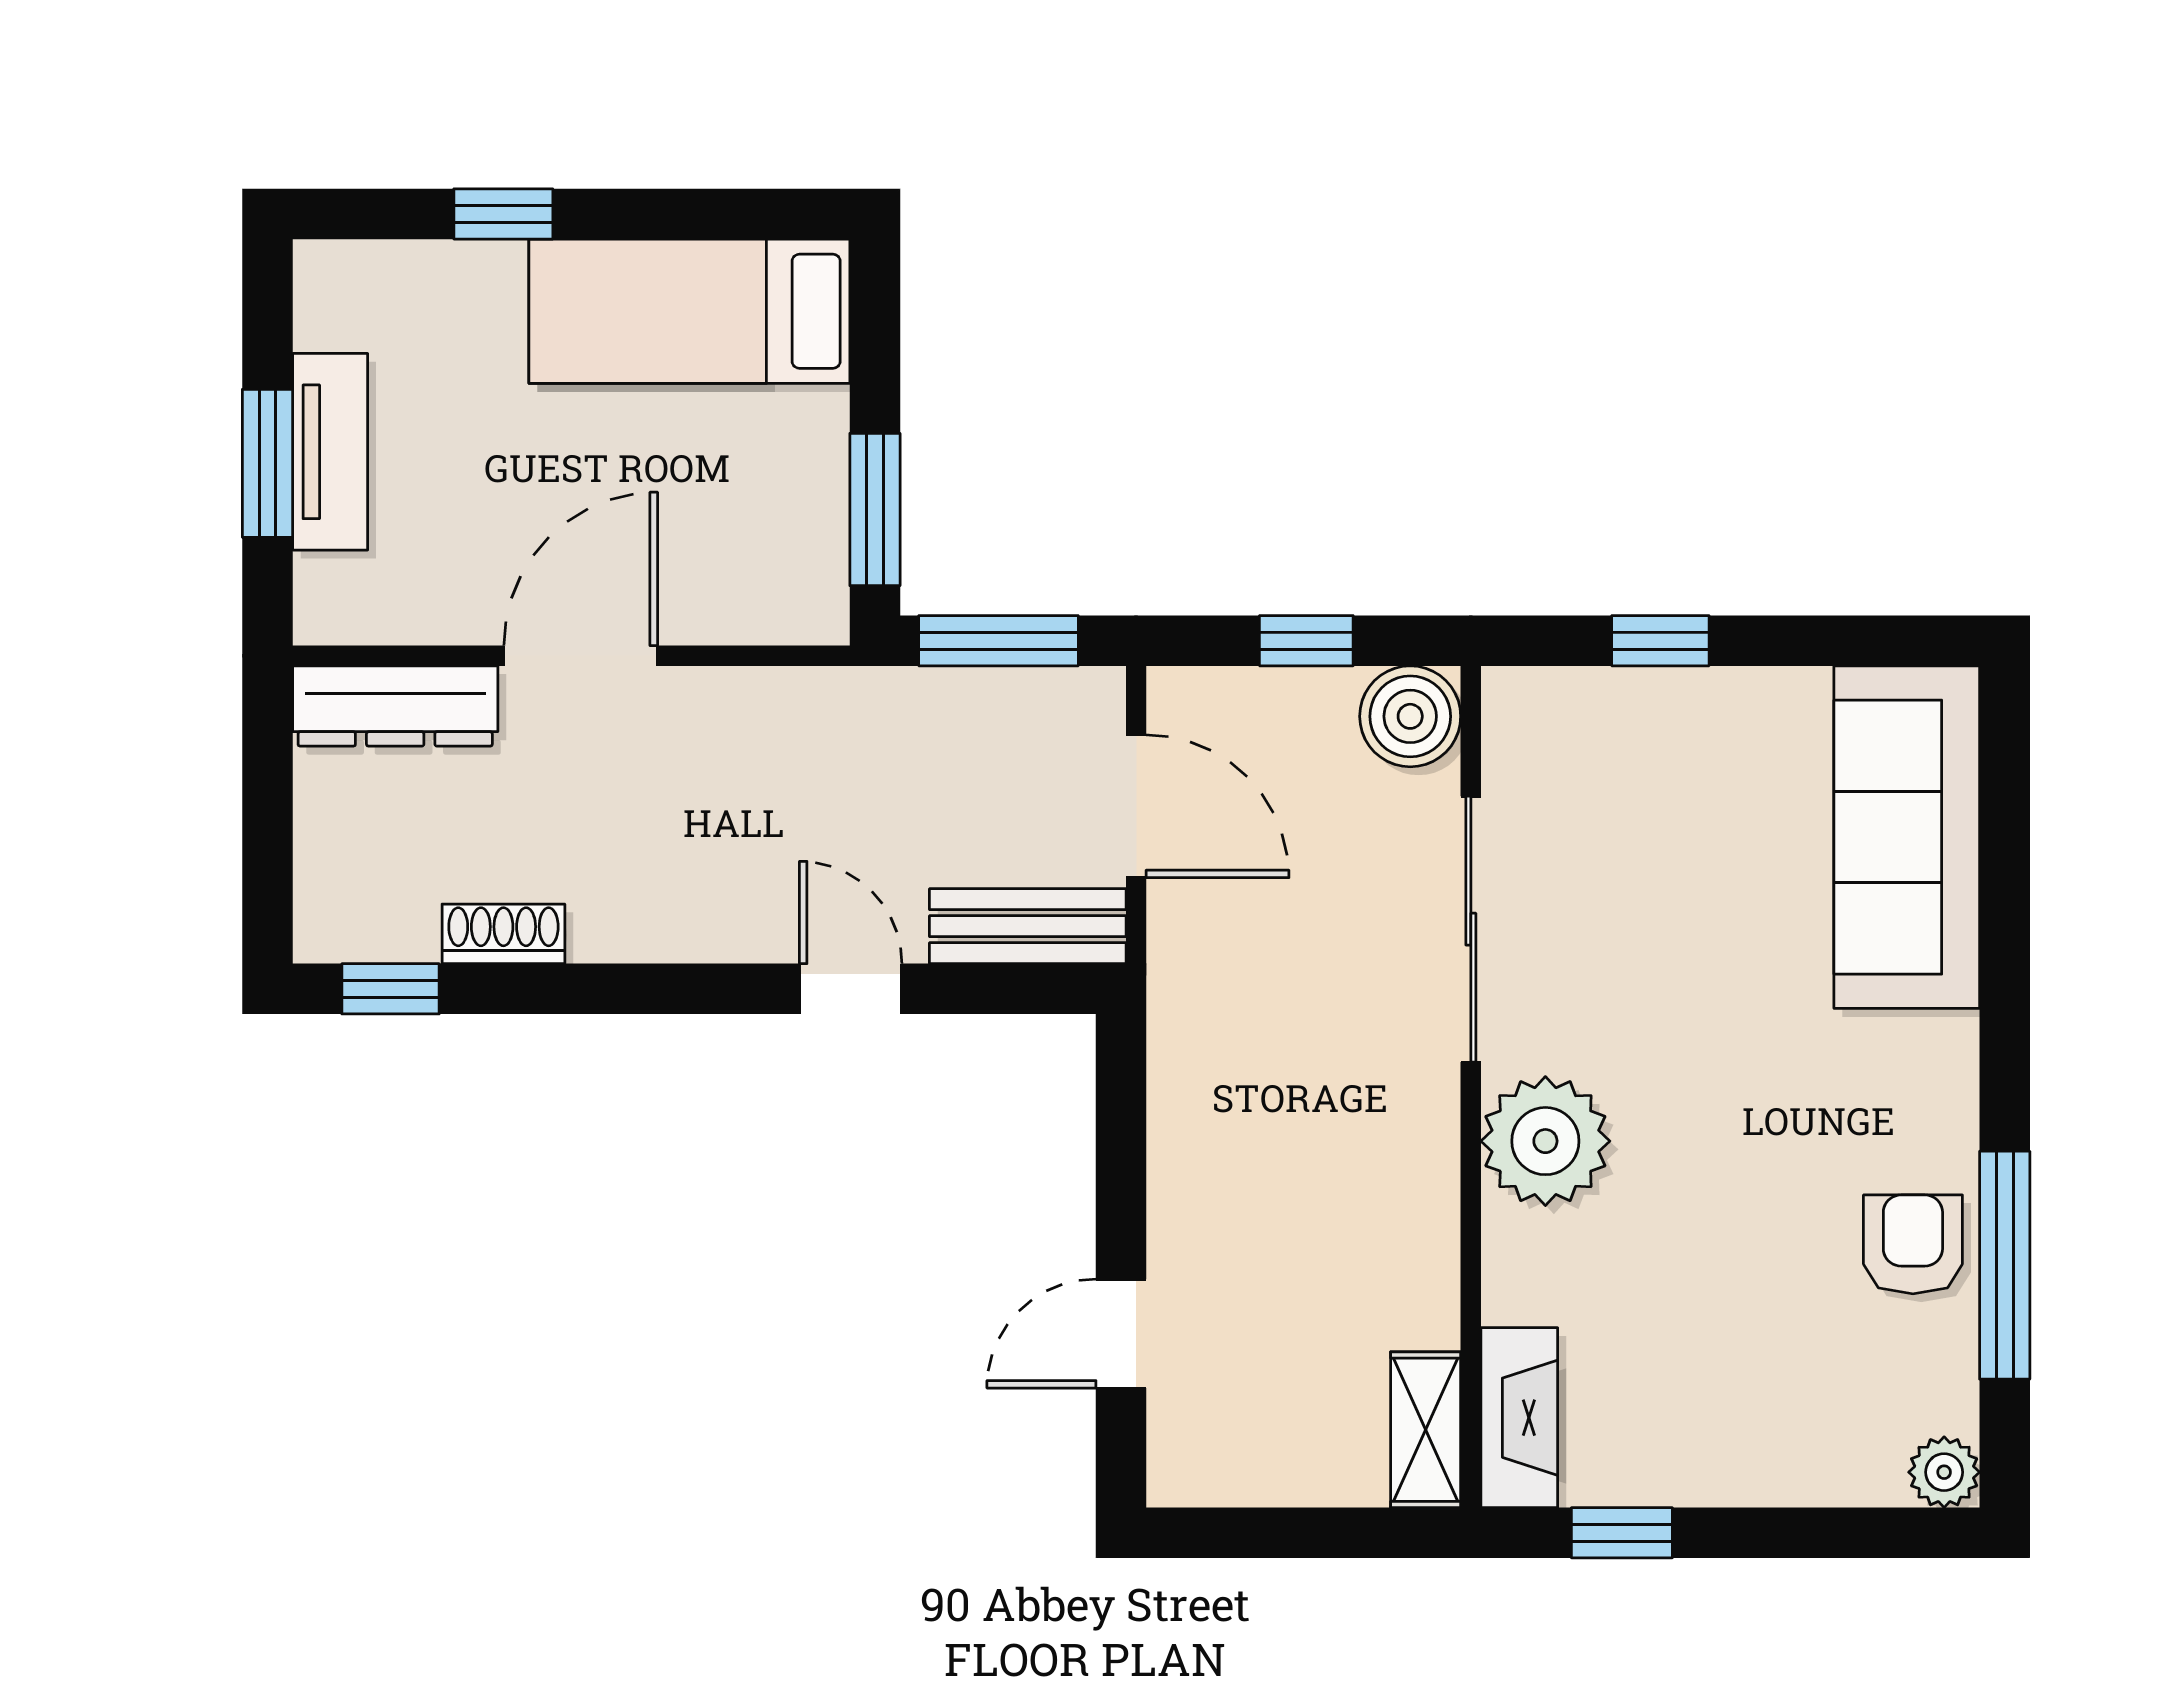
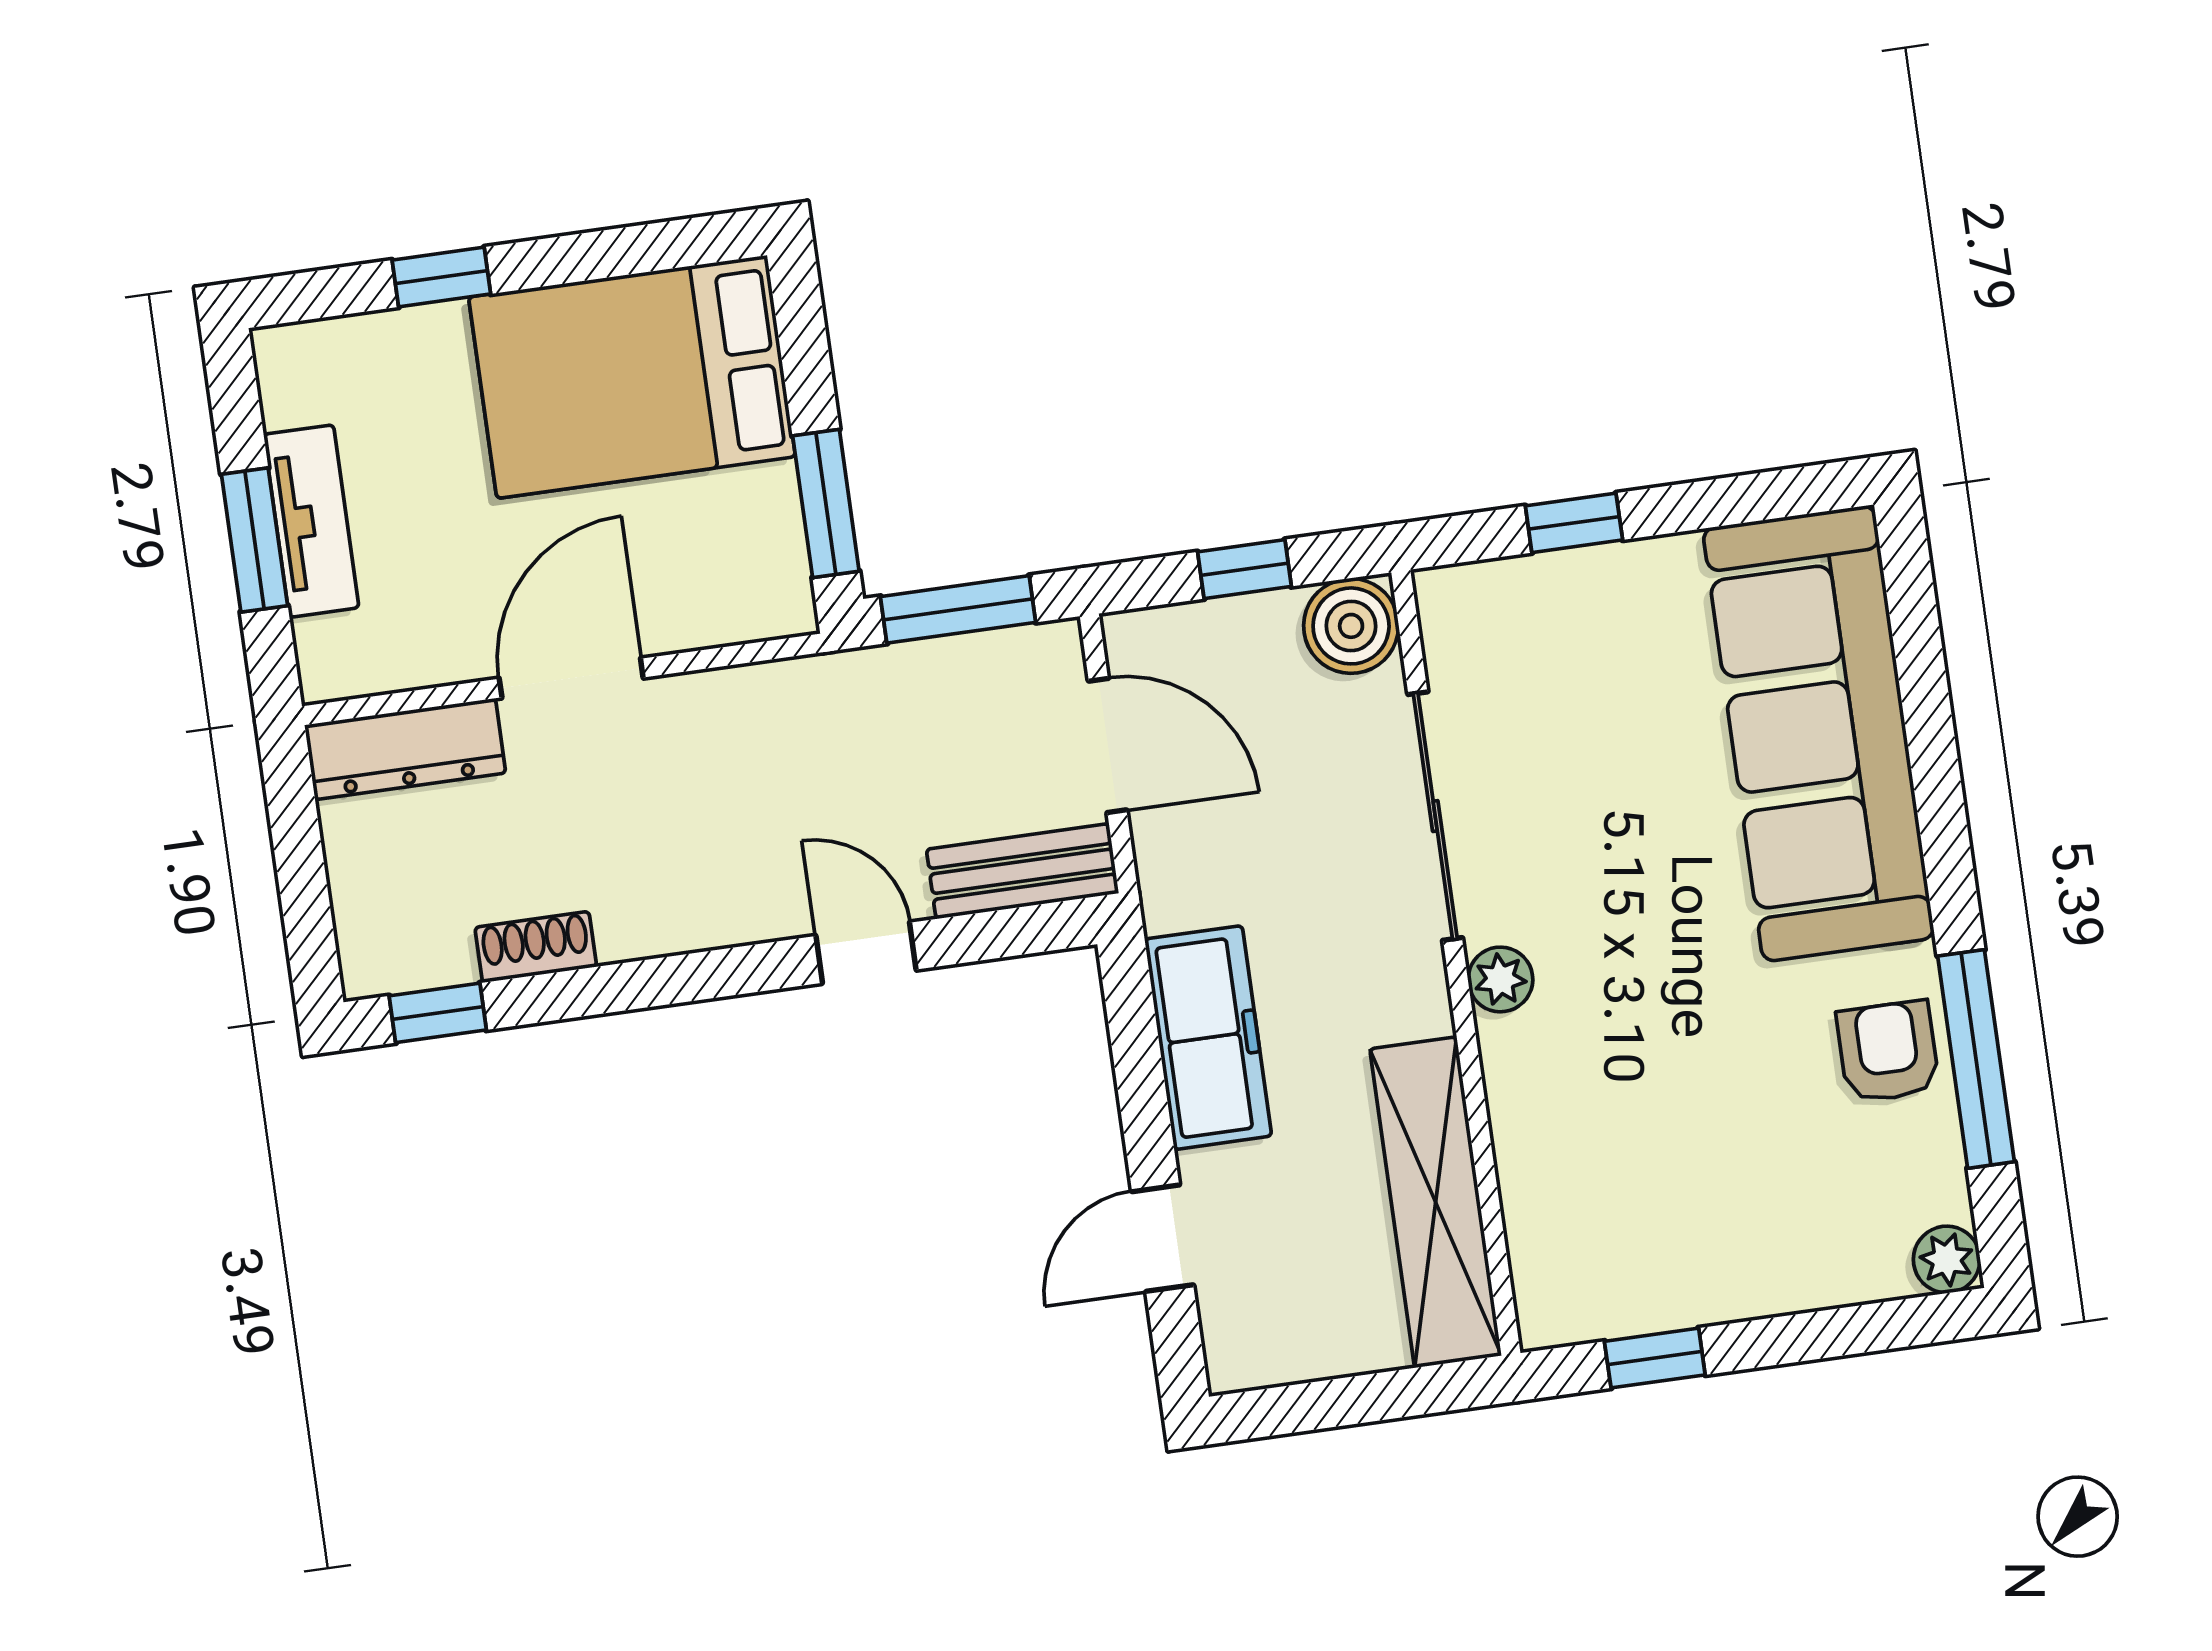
bed: (689, 311) -> (632, 377), width x1.50
sofa: (1907, 837) -> (1819, 733), width x1.36, depth x1.27
freezer: (1199, 1129) -> (1208, 1038), added
plant: (1545, 1141) -> (1500, 979), width x0.53, depth x0.53
fireplace: (1519, 1418) -> (1544, 1264), removed
shelving: (1426, 1430) -> (1436, 1202), width x2.20, depth x1.33

